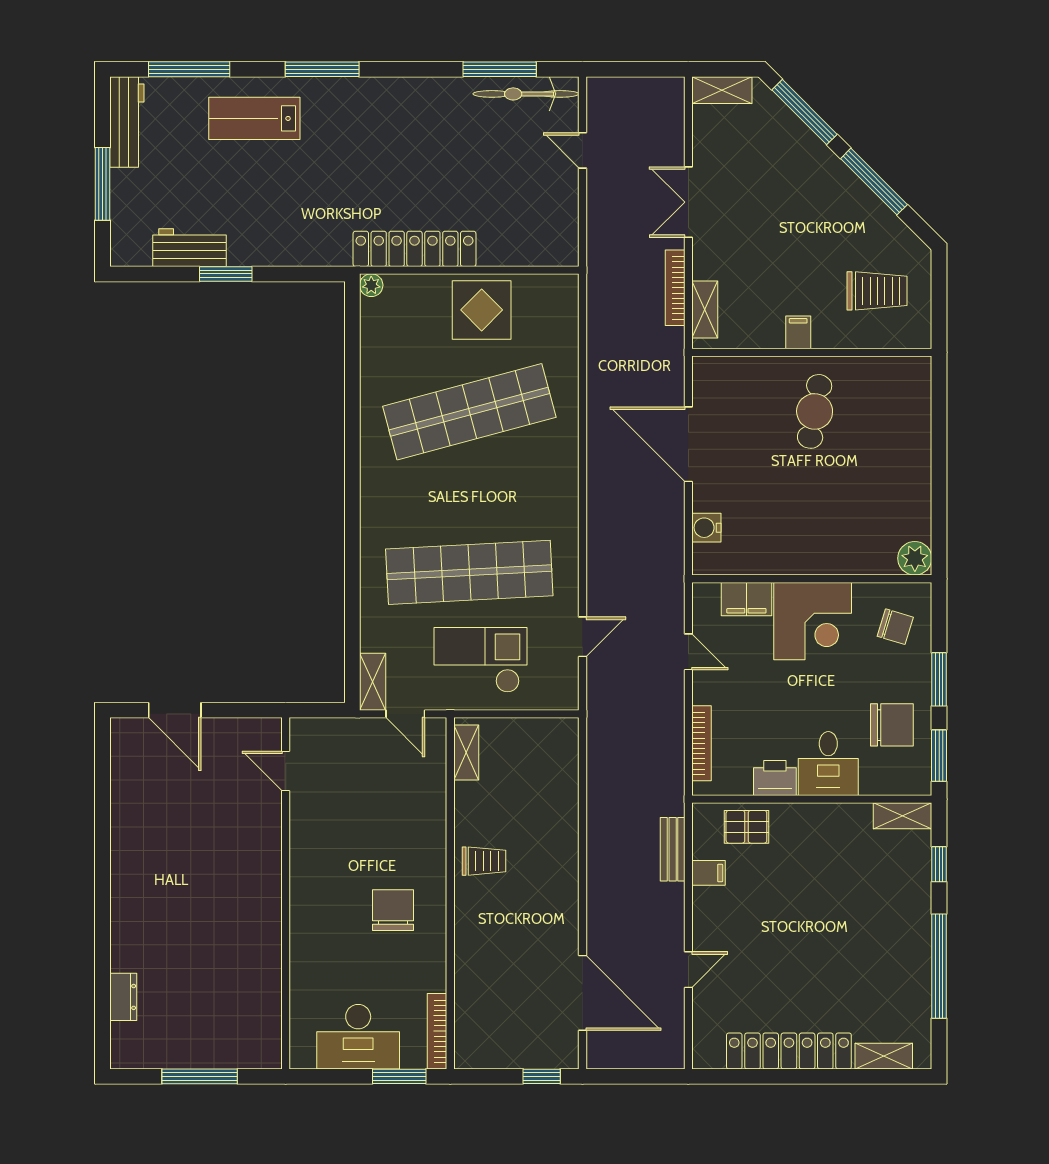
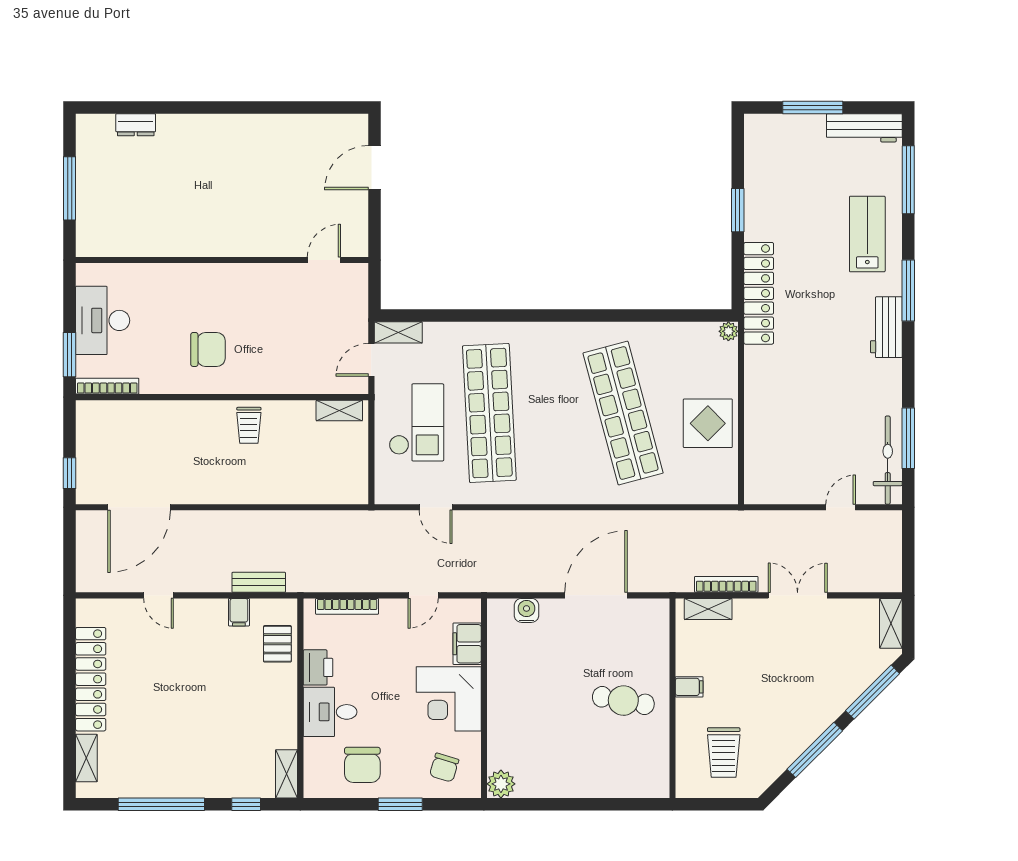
workbench: (190, 248) -> (886, 327), moved, turned 180
locker: (415, 249) -> (759, 293), moved
window: (939, 756) -> (337, 804), removed

